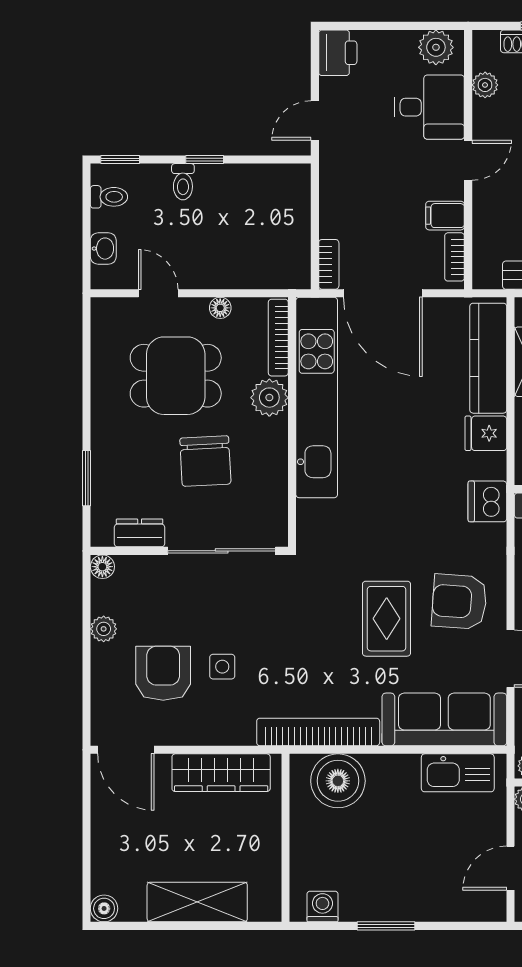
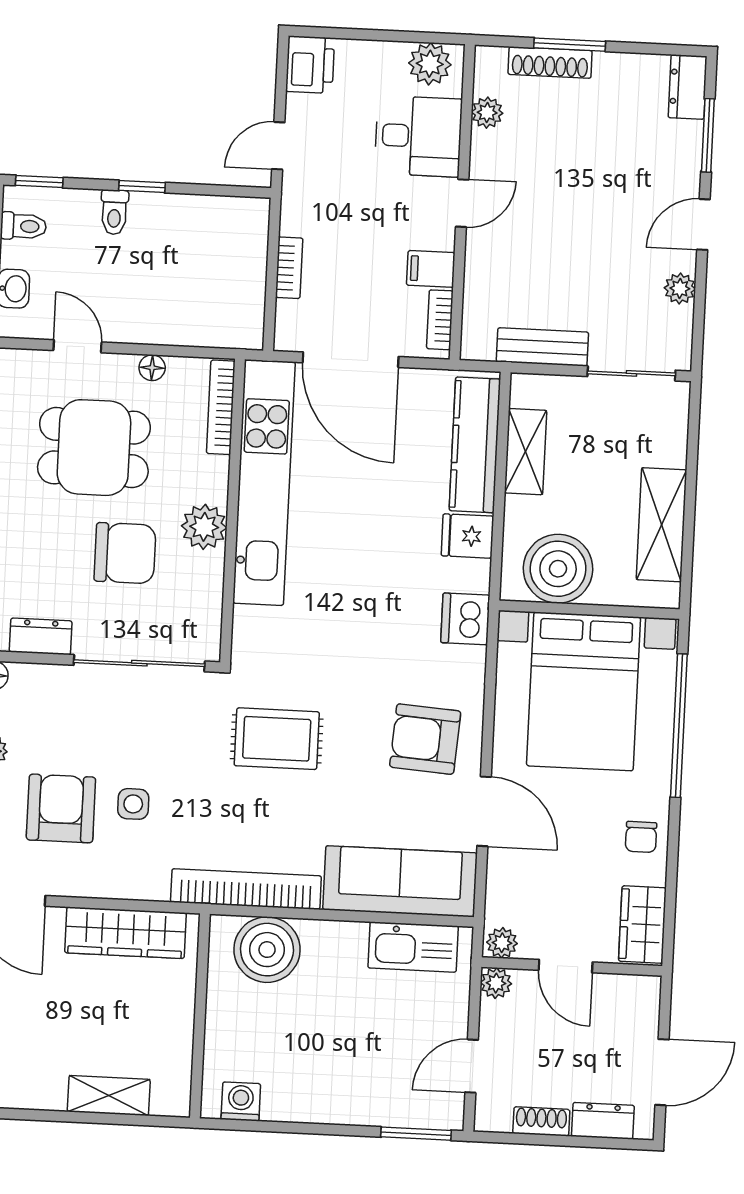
bookcase: (329, 264) -> (289, 268), moved
plant: (269, 398) -> (204, 527), moved
chair: (205, 461) -> (125, 553), turned -87
rug: (387, 619) -> (277, 739), moved, turned 90
shelving: (197, 902) -> (109, 1096), width x0.67, depth x0.75
window: (386, 926) -> (416, 1134), moved

